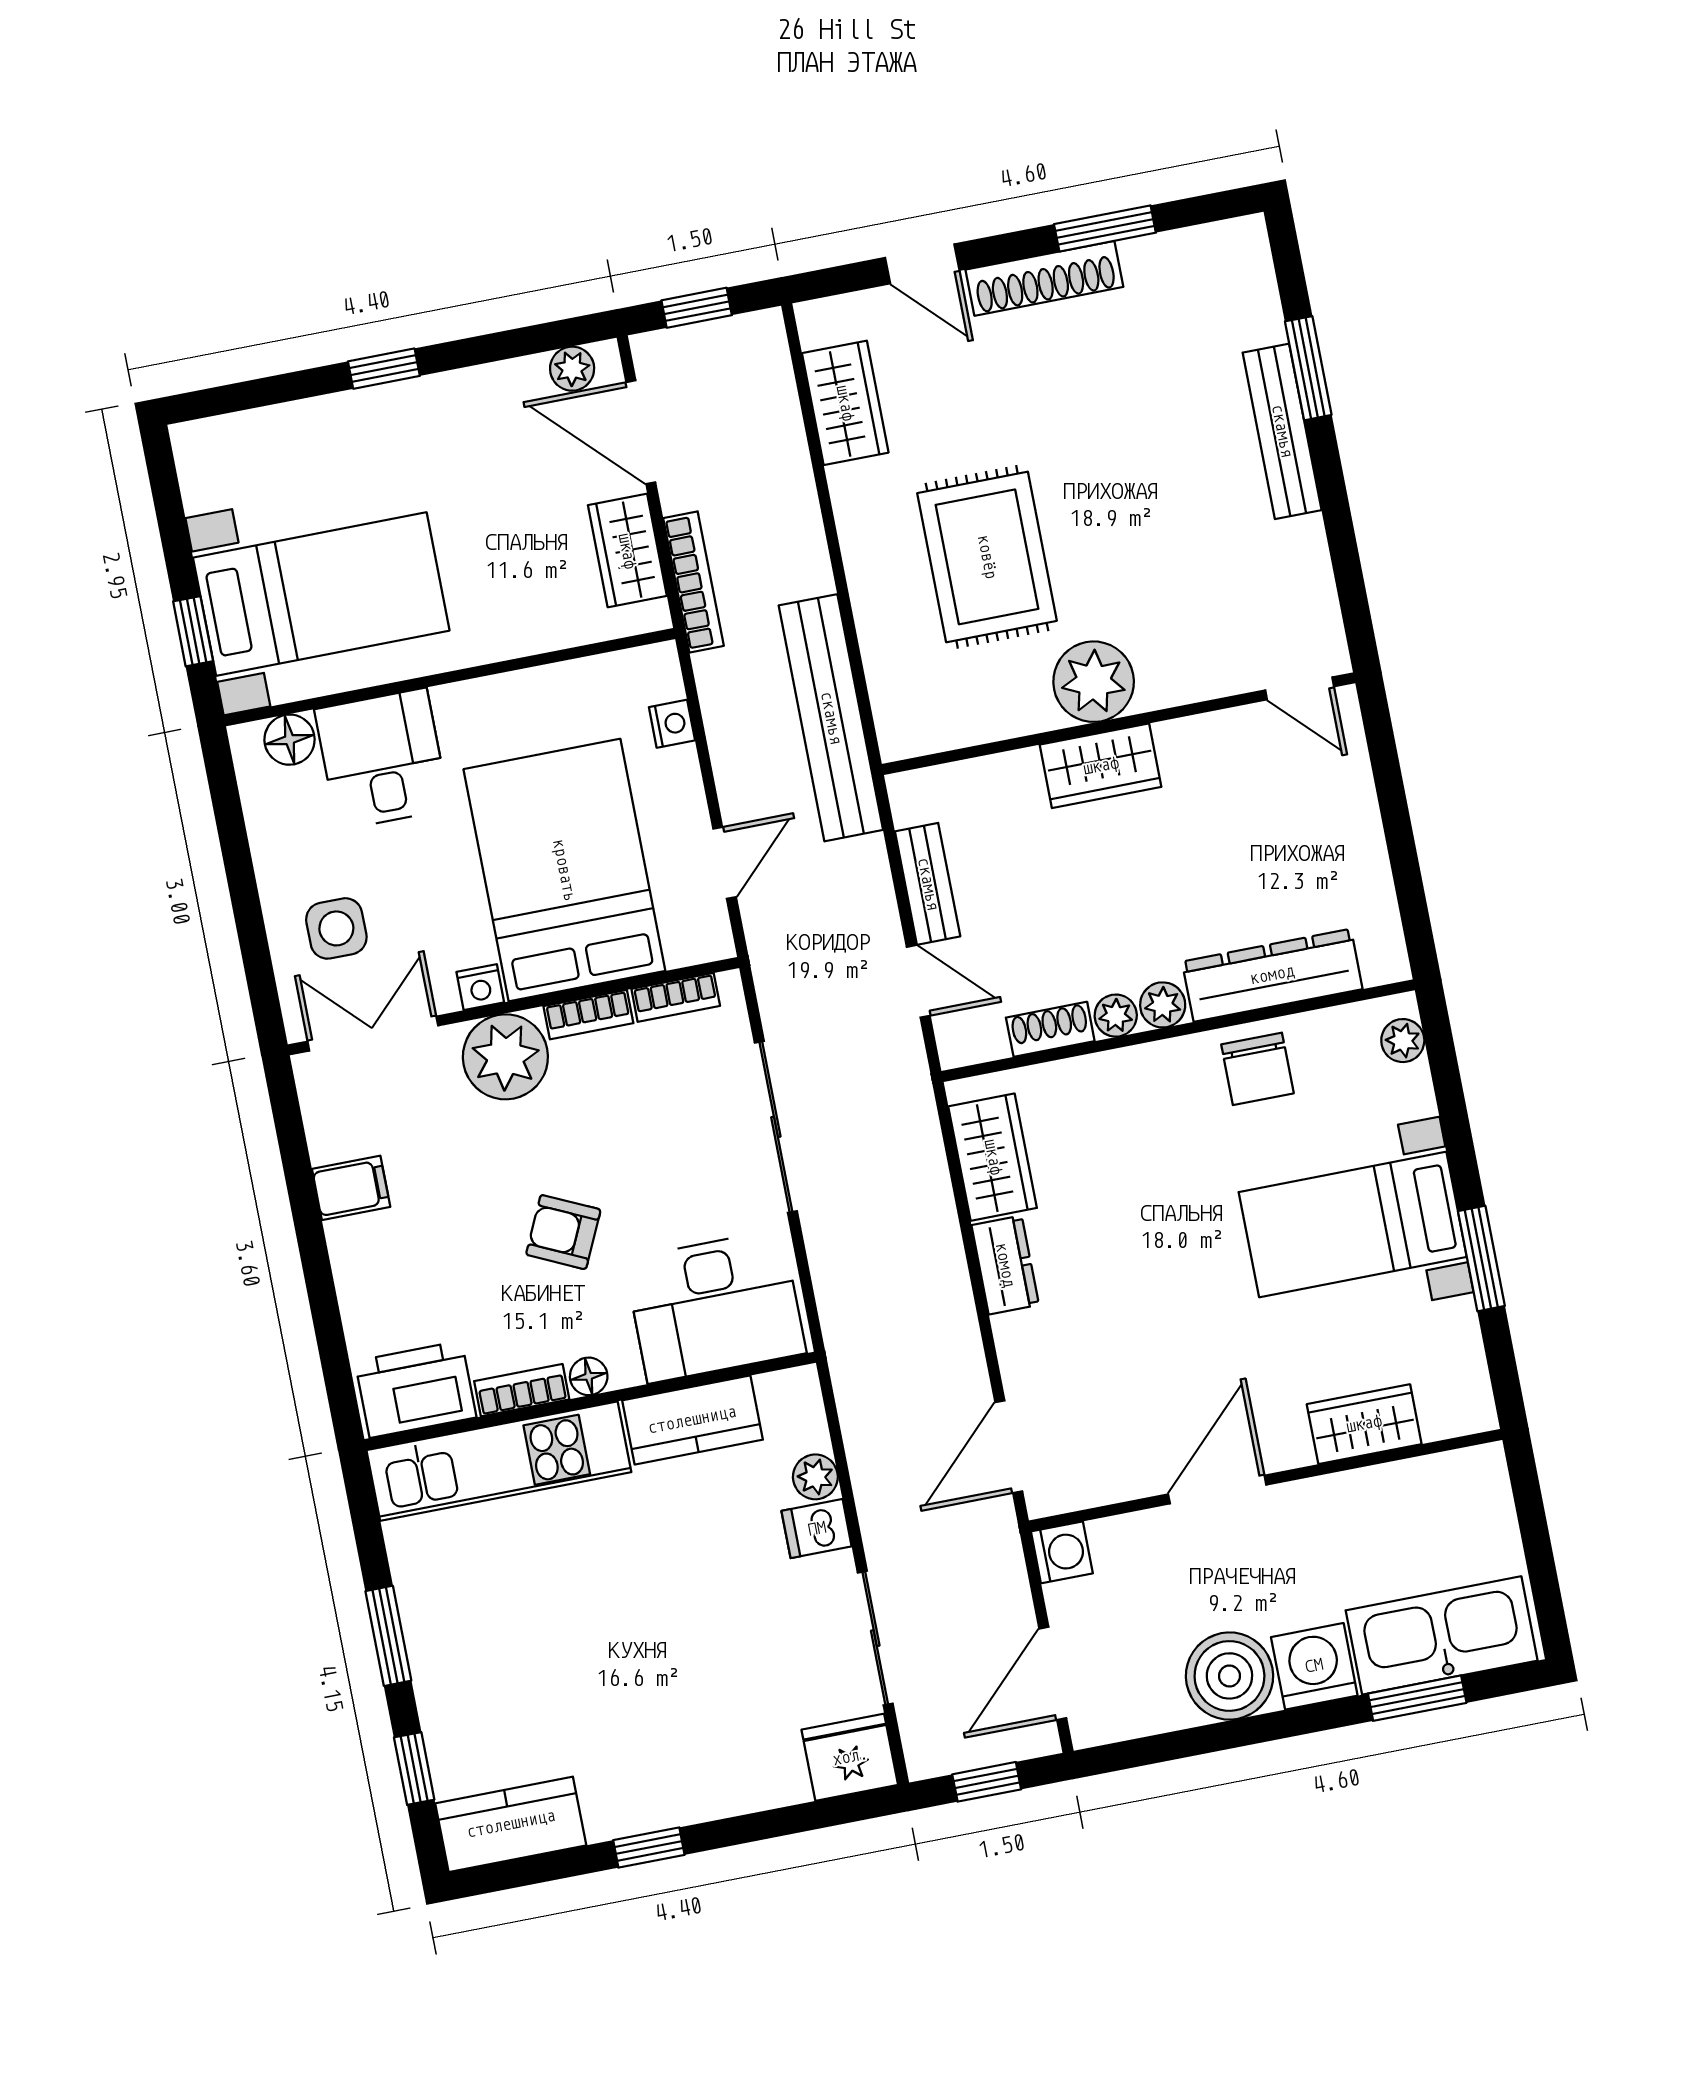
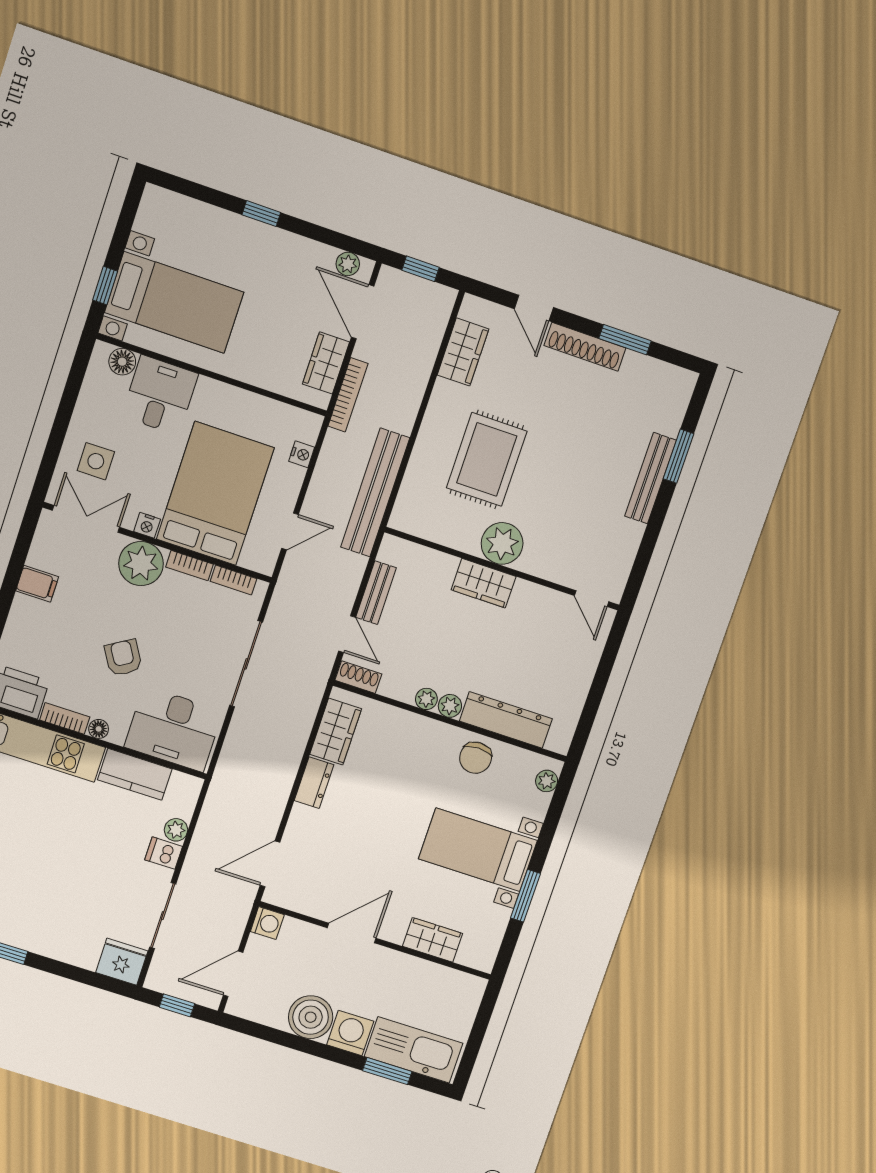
shoe rack: (1050, 1029) -> (358, 677), moved
armchair: (563, 1232) -> (123, 658), turned 34

